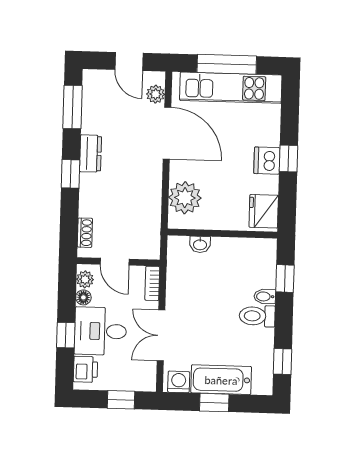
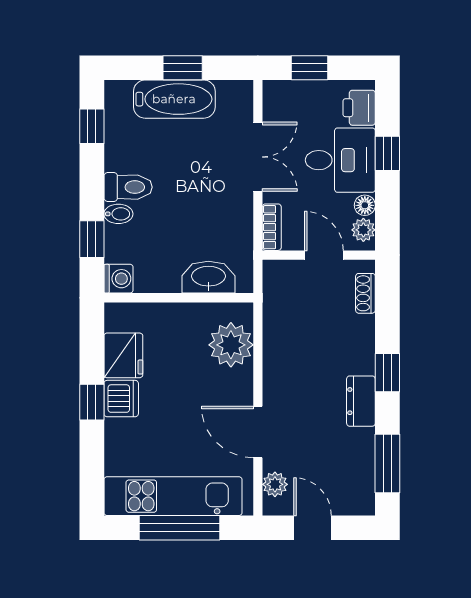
door: (167, 133) -> (258, 432), width x0.73
fridge: (264, 211) -> (123, 355), moved
washbasin: (200, 244) -> (208, 277), width x1.91, depth x1.45
washing machine: (179, 382) -> (118, 279), moved, turned -90

